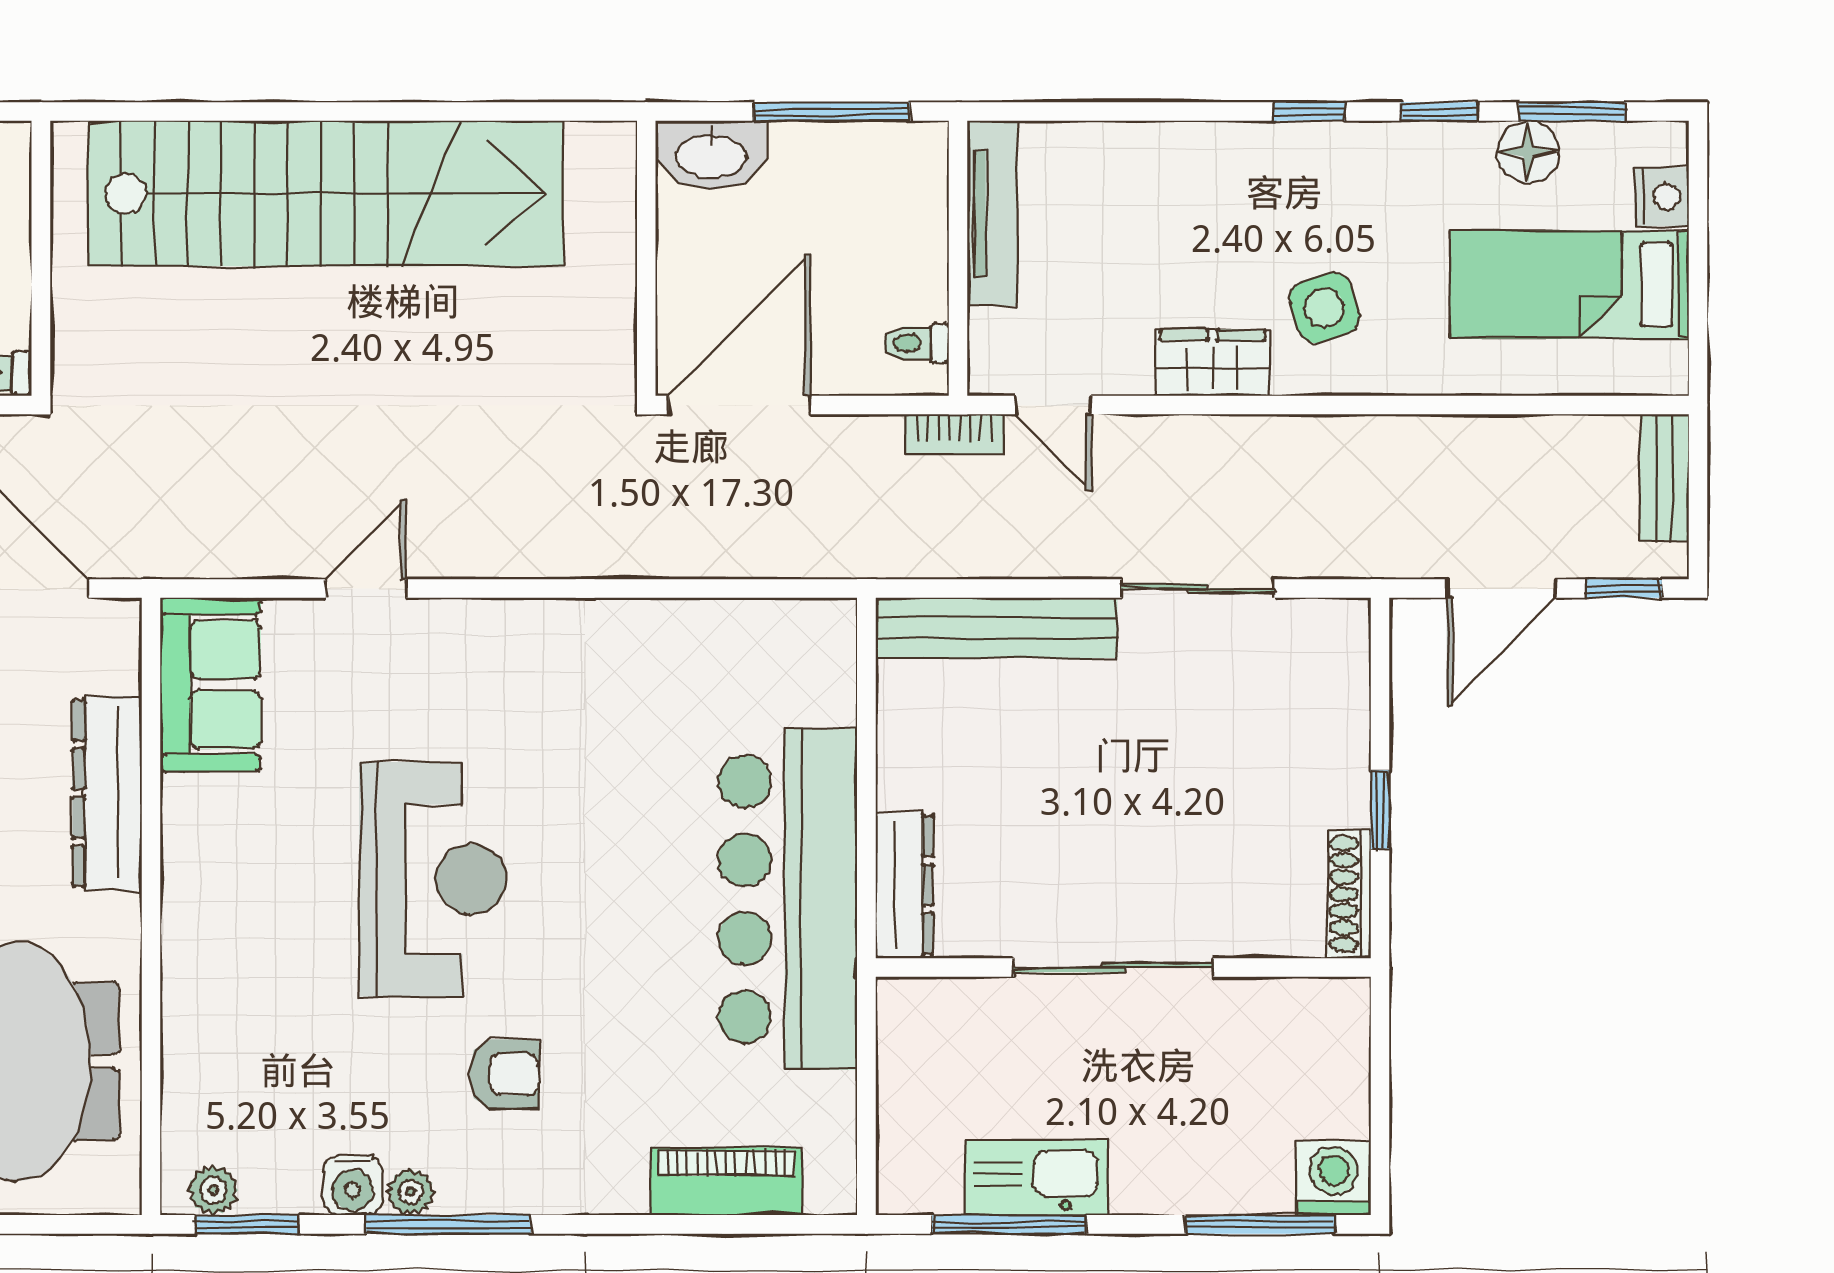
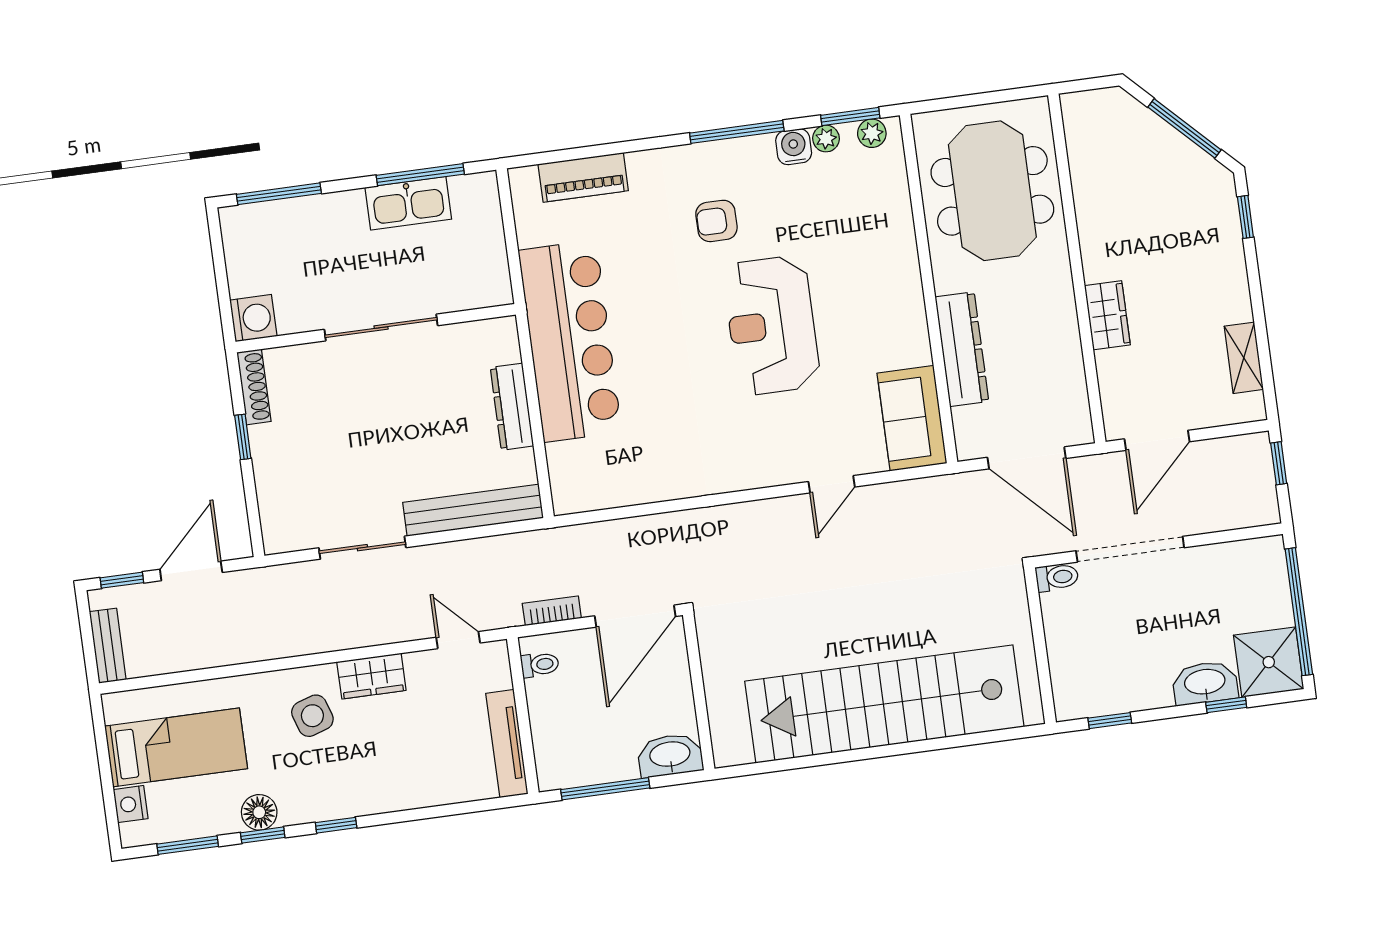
floor lamp: (1528, 152) -> (259, 812), moved
bookcase: (954, 434) -> (552, 611), moved
dresser: (904, 885) -> (512, 407), moved
washing machine: (1334, 1178) -> (253, 318), moved, turned -90
plant: (411, 1192) -> (826, 139), moved

